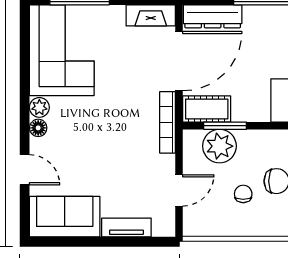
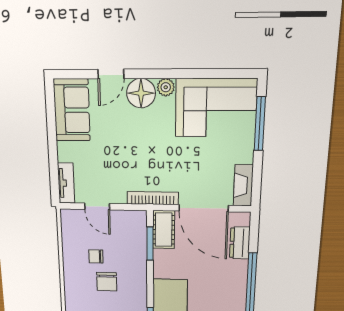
dresser: (213, 16) -> (240, 243), width x0.70
floor lamp: (38, 128) -> (141, 93), width x1.89, depth x1.89
plant: (219, 146) -> (134, 239), removed
chair: (243, 194) -> (96, 256), turned 180
tv unit: (126, 228) -> (66, 183), moved

